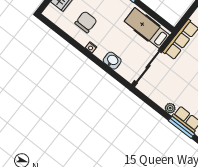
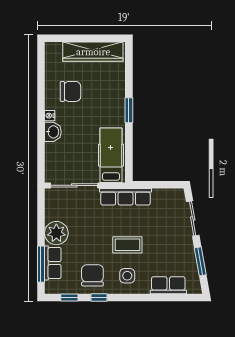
washbasin: (112, 61) -> (53, 132), moved
plant: (170, 108) -> (56, 233), width x1.88, depth x1.88

